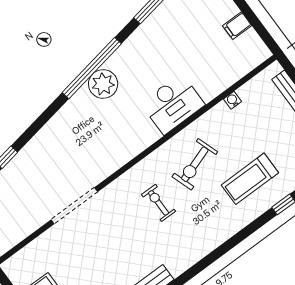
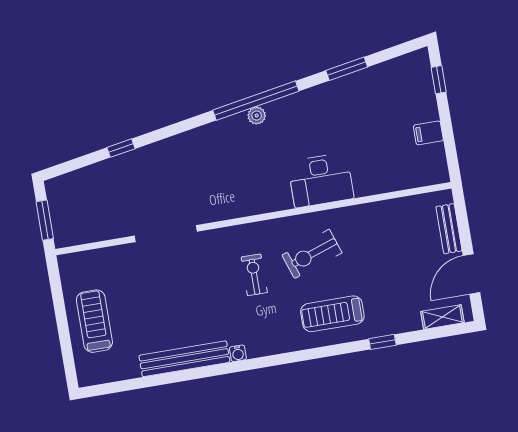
plant: (103, 84) -> (257, 116), width x0.53, depth x0.53
water cooler: (233, 100) -> (238, 353), moved, turned 180
treadmill: (250, 179) -> (332, 314), moved

